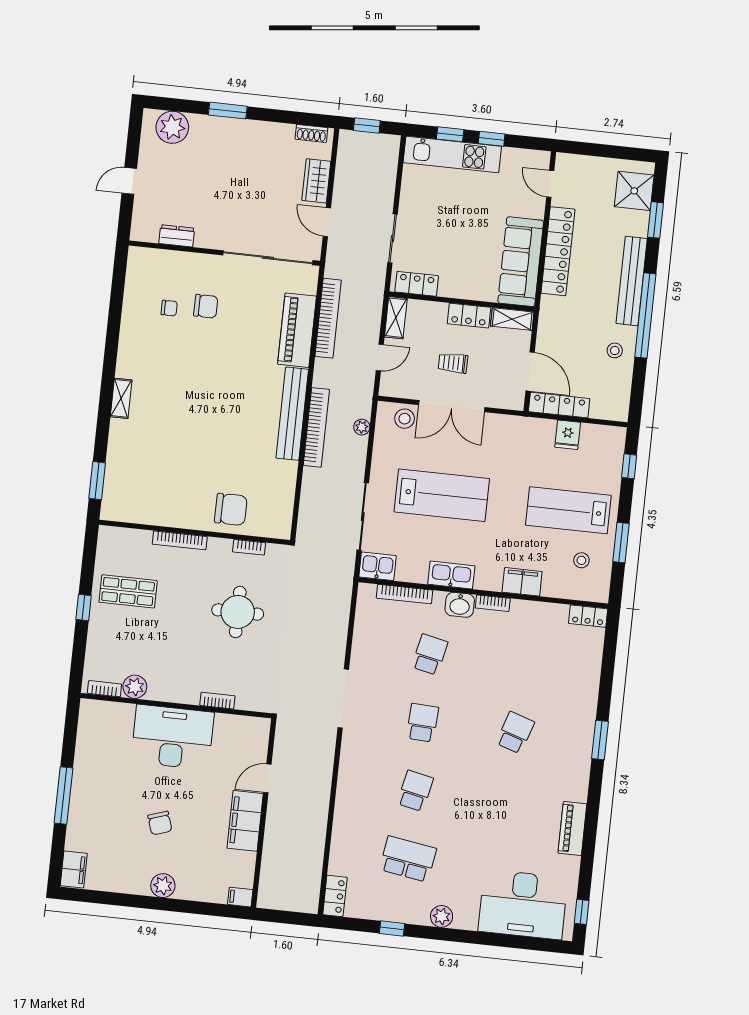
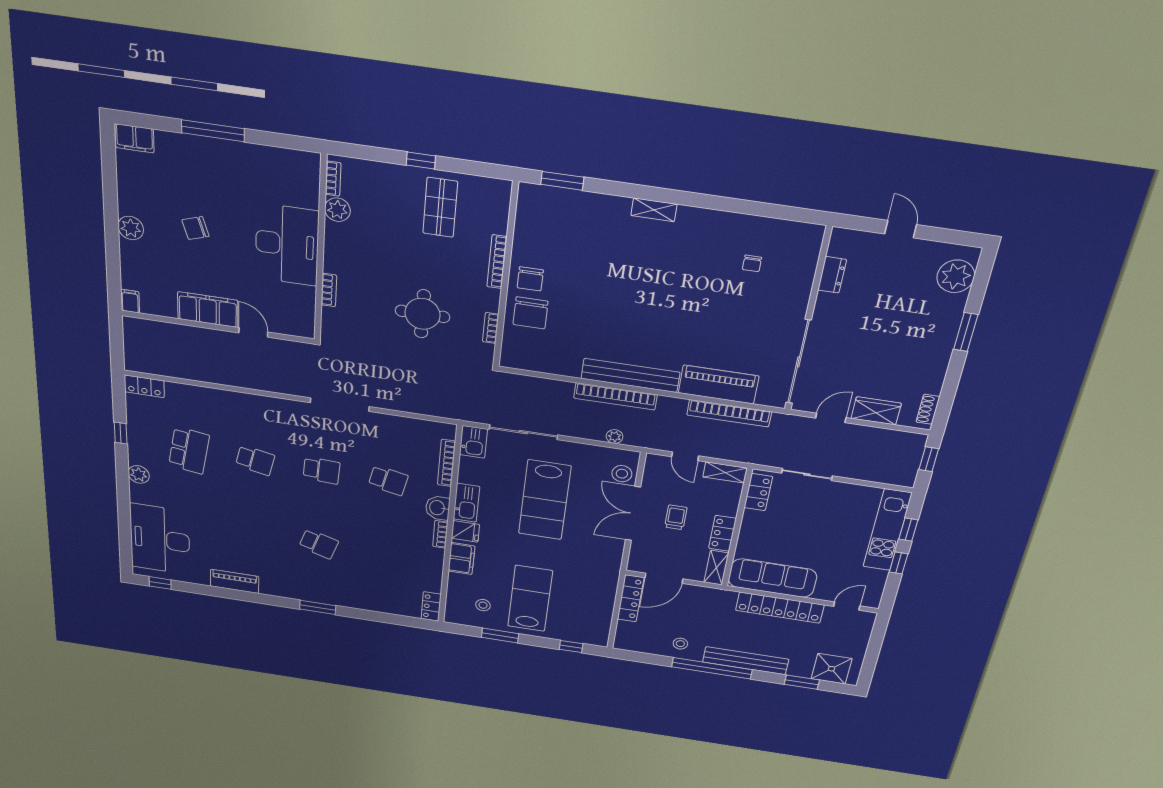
chair: (206, 306) -> (530, 279), moved
fridge: (568, 435) -> (465, 531), moved, turned 180

